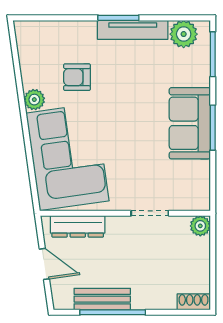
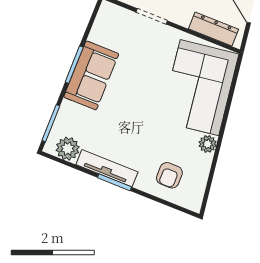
armchair: (77, 77) -> (169, 175), moved, turned 90

